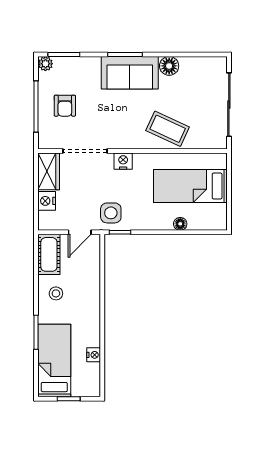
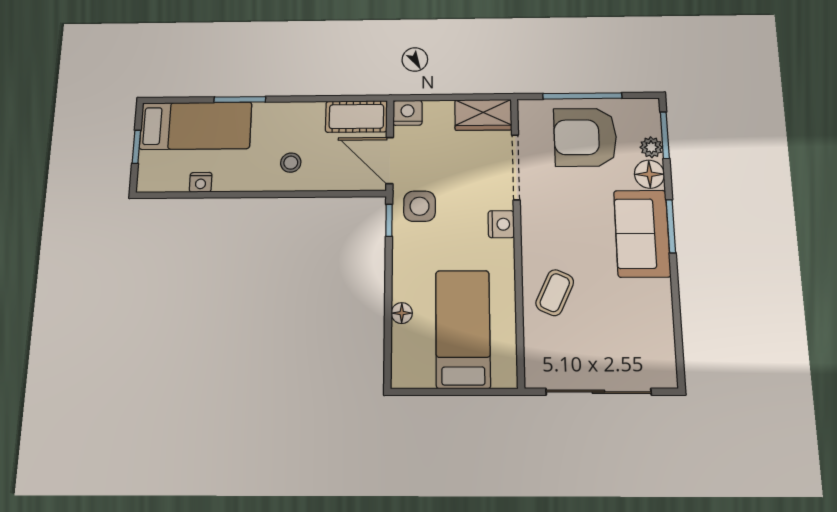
plant: (45, 64) -> (651, 147), moved
floor lamp: (169, 66) -> (649, 174), moved
armchair: (65, 106) -> (585, 137), width x1.88, depth x1.88
coffee table: (168, 129) -> (555, 293), width x0.73, depth x0.77
nightstand: (47, 201) -> (408, 113), moved
door: (80, 232) -> (390, 160), width x1.38
stool: (56, 293) -> (291, 163), moved

